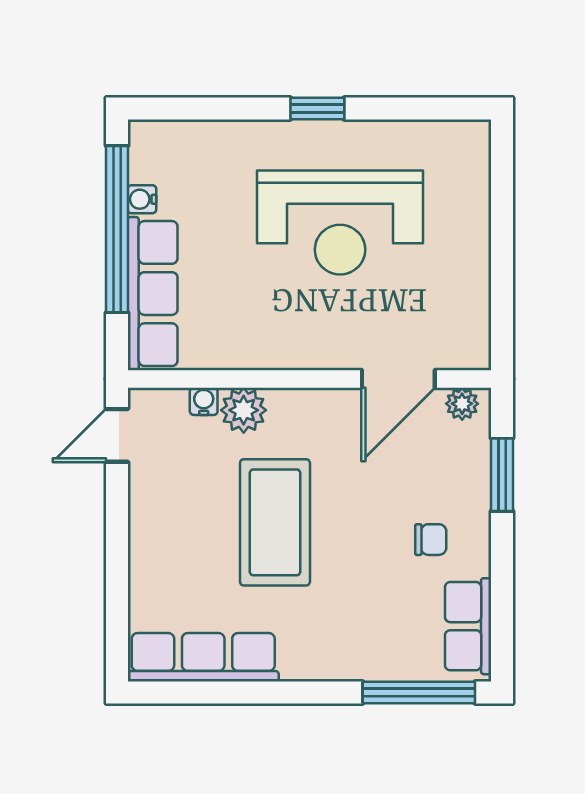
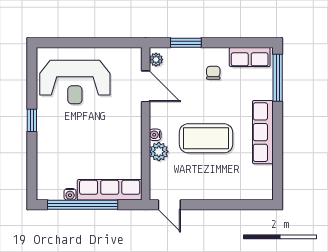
reception desk: (340, 223) -> (75, 82), moved, turned 90
water cooler: (204, 401) -> (155, 135), moved
row of seats: (203, 657) -> (263, 132), moved

